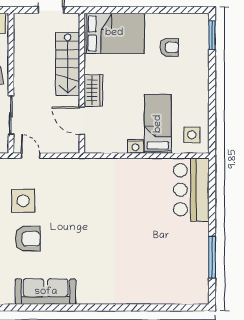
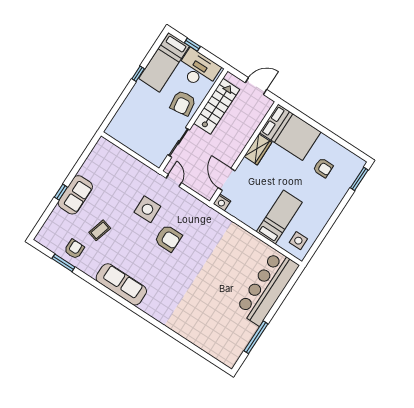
stairs: (68, 64) -> (217, 106), moved, turned 180
wardrobe: (93, 90) -> (258, 149), moved
nightstand: (136, 146) -> (222, 202), moved
bar counter: (191, 190) -> (267, 288), width x1.36
armchair: (28, 239) -> (168, 238), moved

